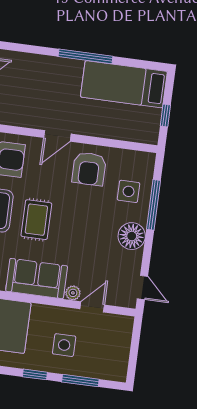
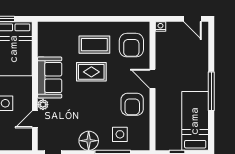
armchair: (89, 169) -> (132, 104), turned -90
door: (92, 307) -> (35, 119), swing flipped

